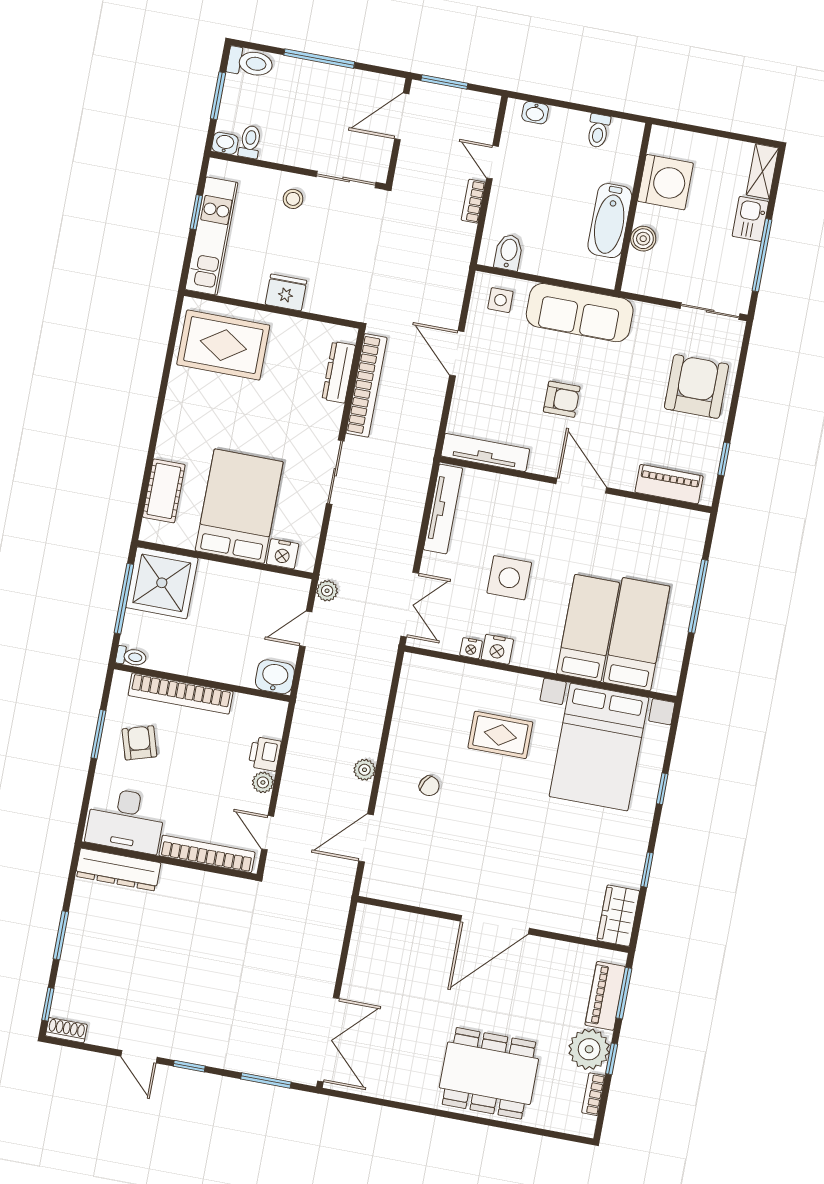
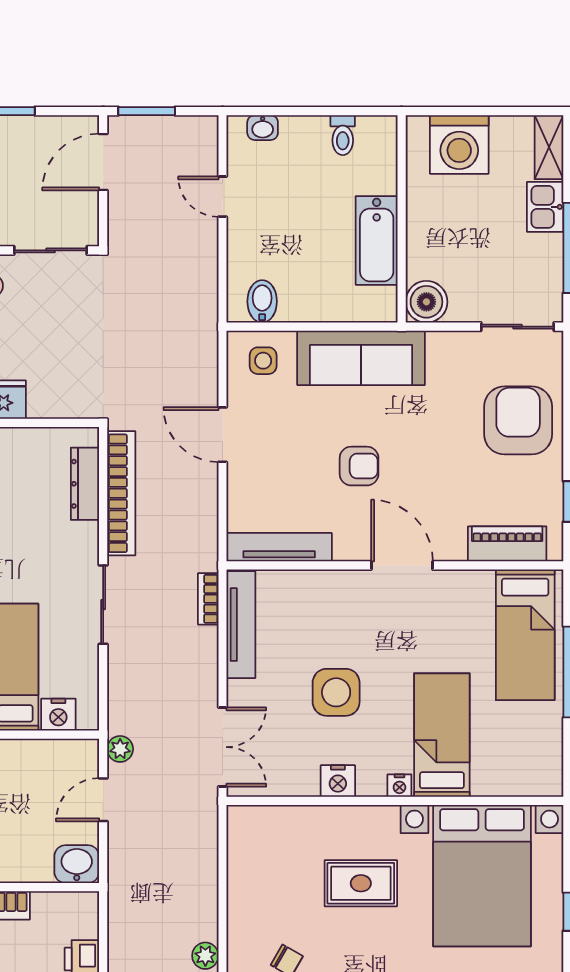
washing machine: (665, 182) -> (459, 145), moved, turned 90
bookcase: (473, 201) -> (208, 599), moved
boiler: (643, 239) -> (426, 302), moved, width x1.36, depth x1.36
bed: (637, 634) -> (525, 635), moved, turned 180
nightstand: (471, 648) -> (399, 786), moved

